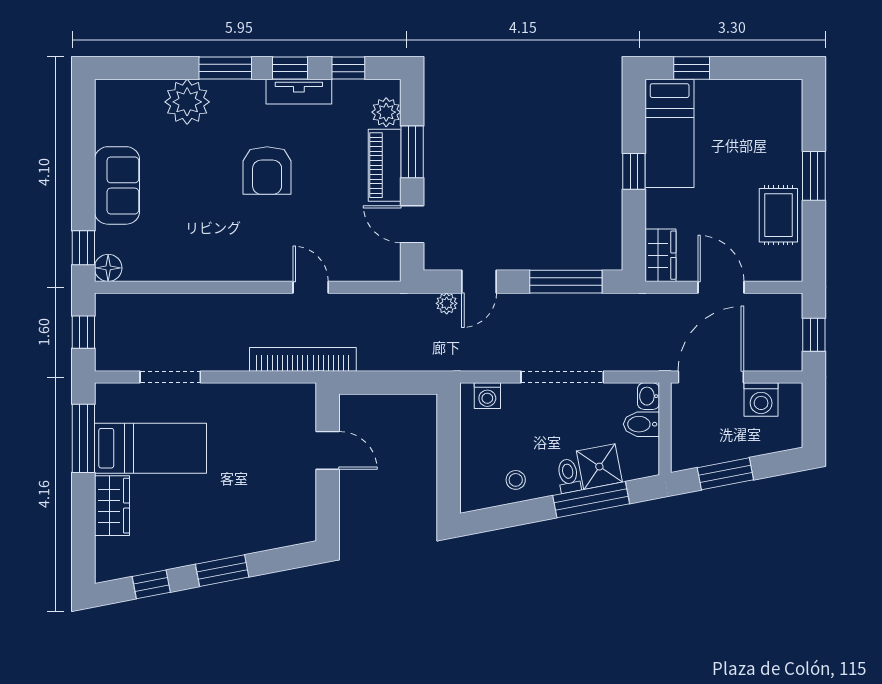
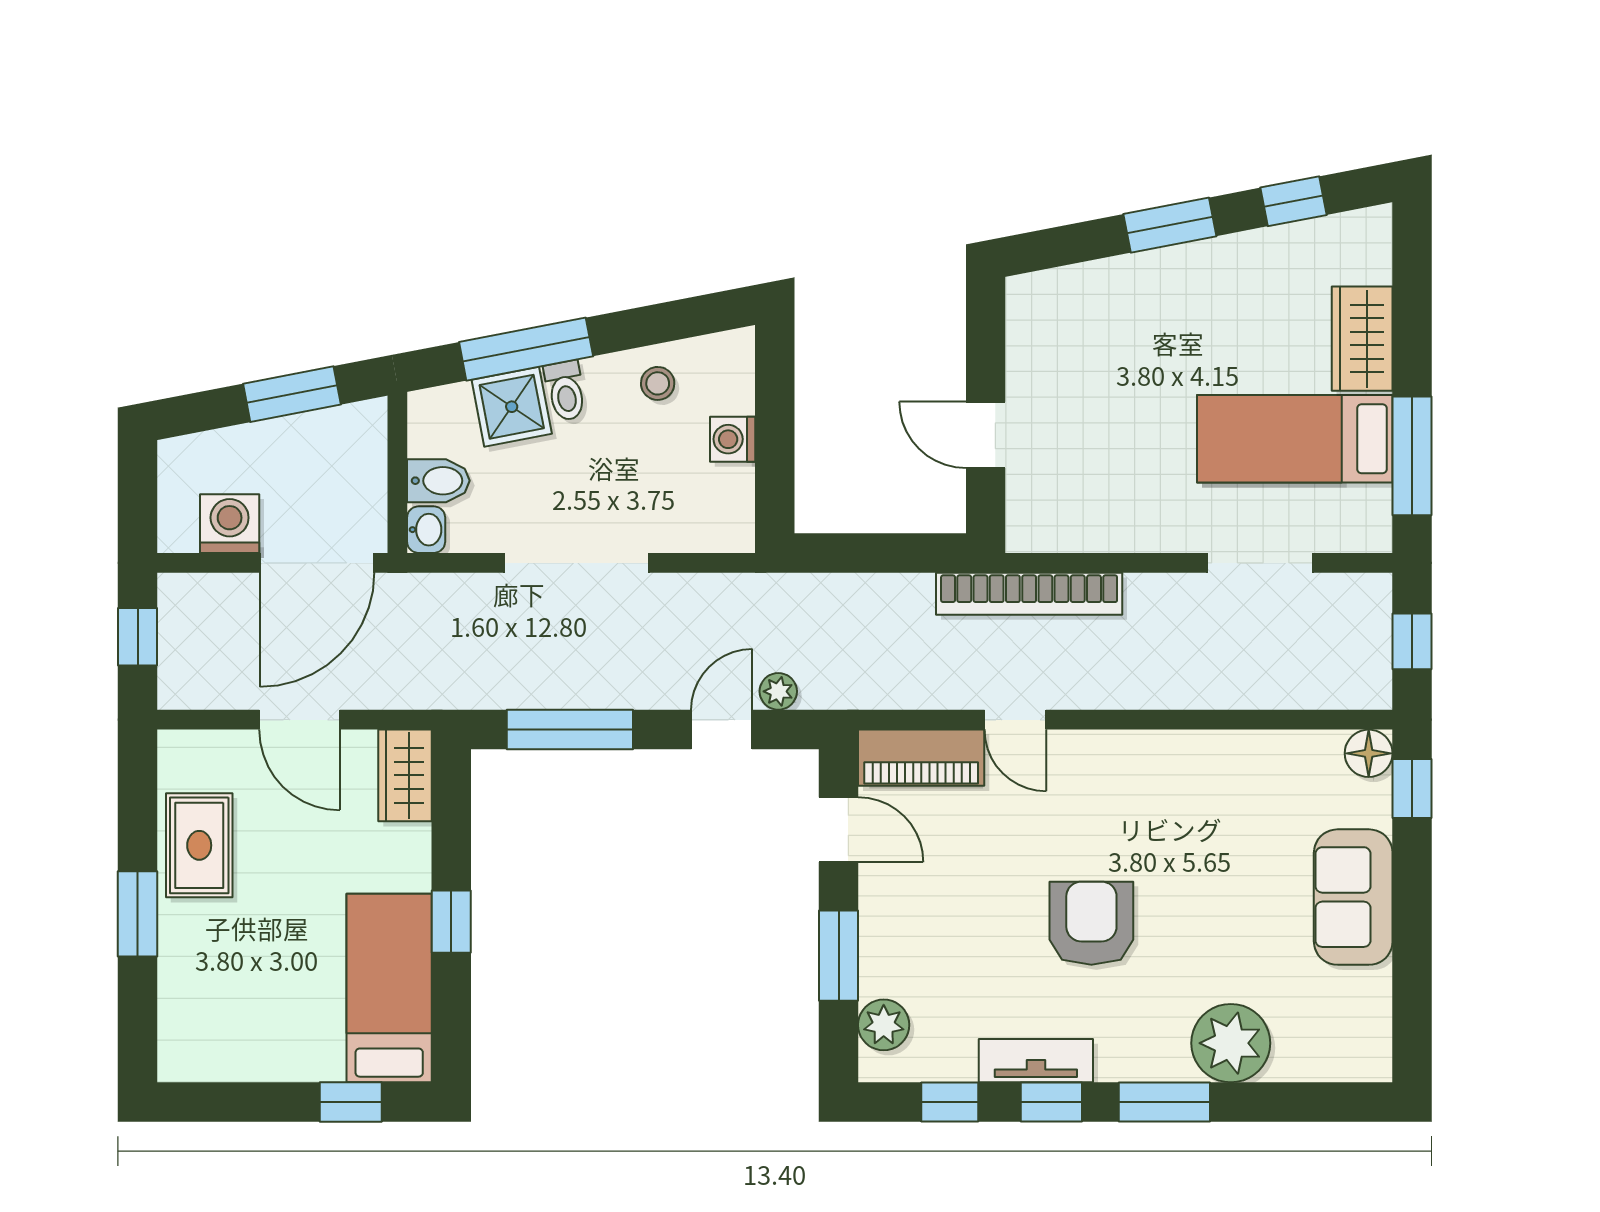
piano: (385, 165) -> (921, 758), moved, turned 90
washing machine: (487, 396) -> (733, 439), moved, turned -90

